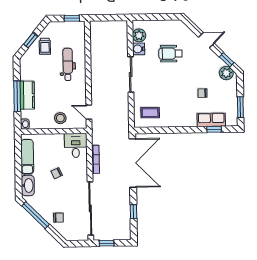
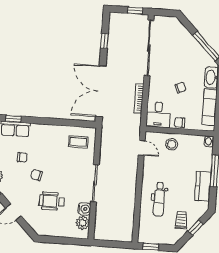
wheelchair: (170, 54) -> (52, 201), turned 180
chair: (187, 77) -> (37, 175), added
kitchen counter: (27, 95) -> (203, 186), moved
chair: (58, 218) -> (180, 123), moved

